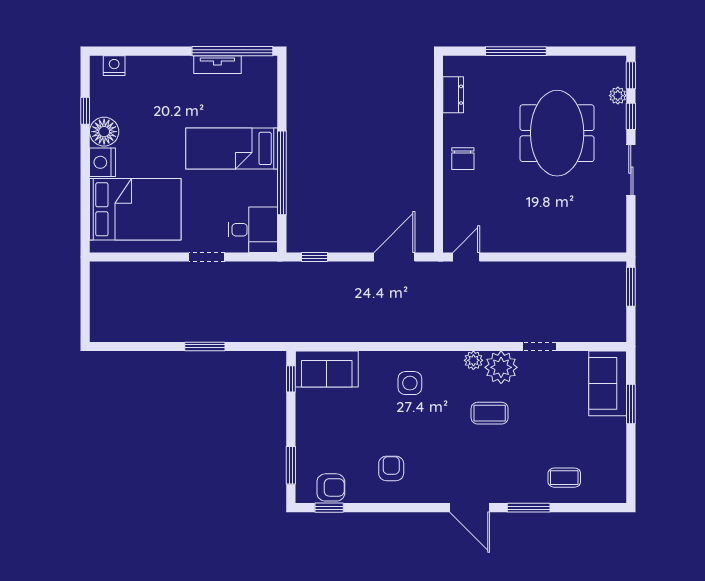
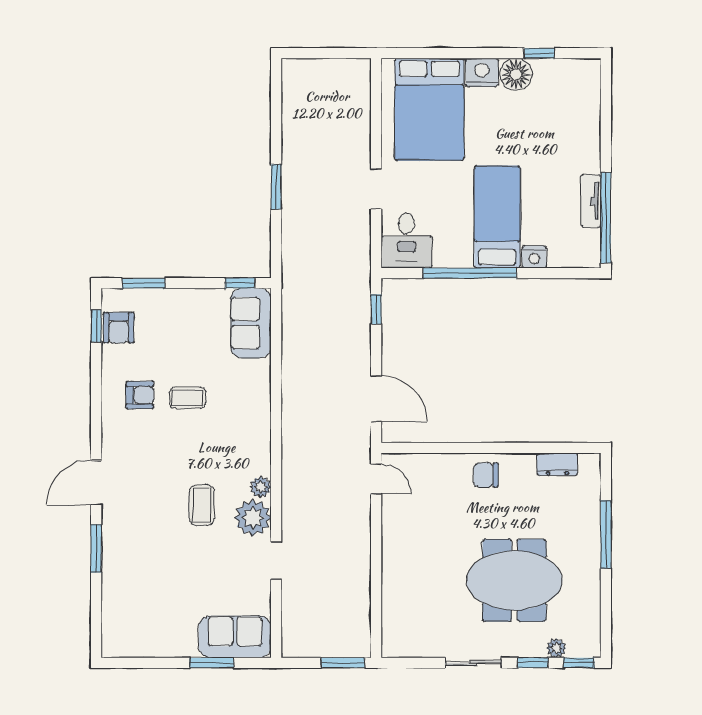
nightstand: (114, 66) -> (534, 257), moved, turned 90
side table: (410, 383) -> (235, 416), removed
coffee table: (564, 478) -> (188, 398), moved, turned 90

